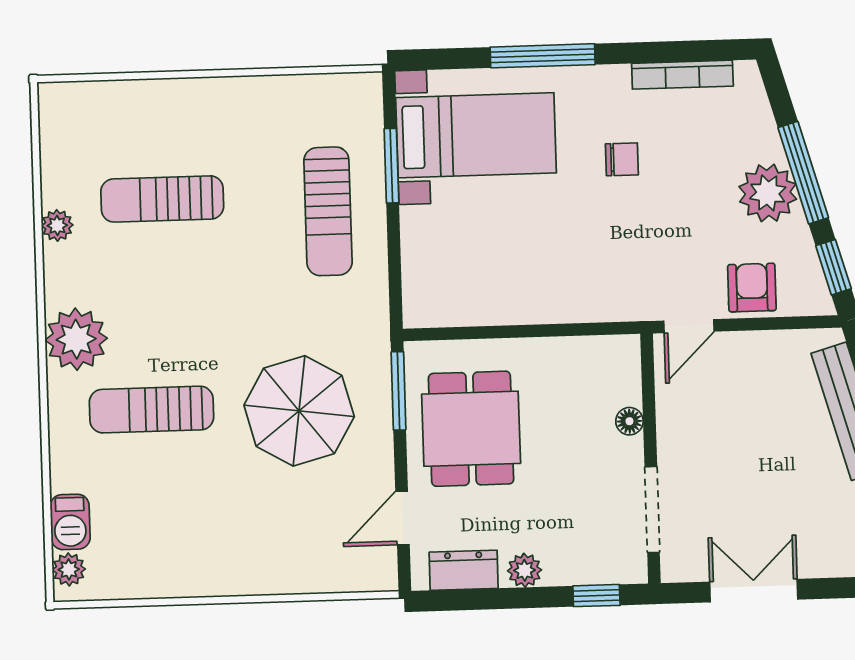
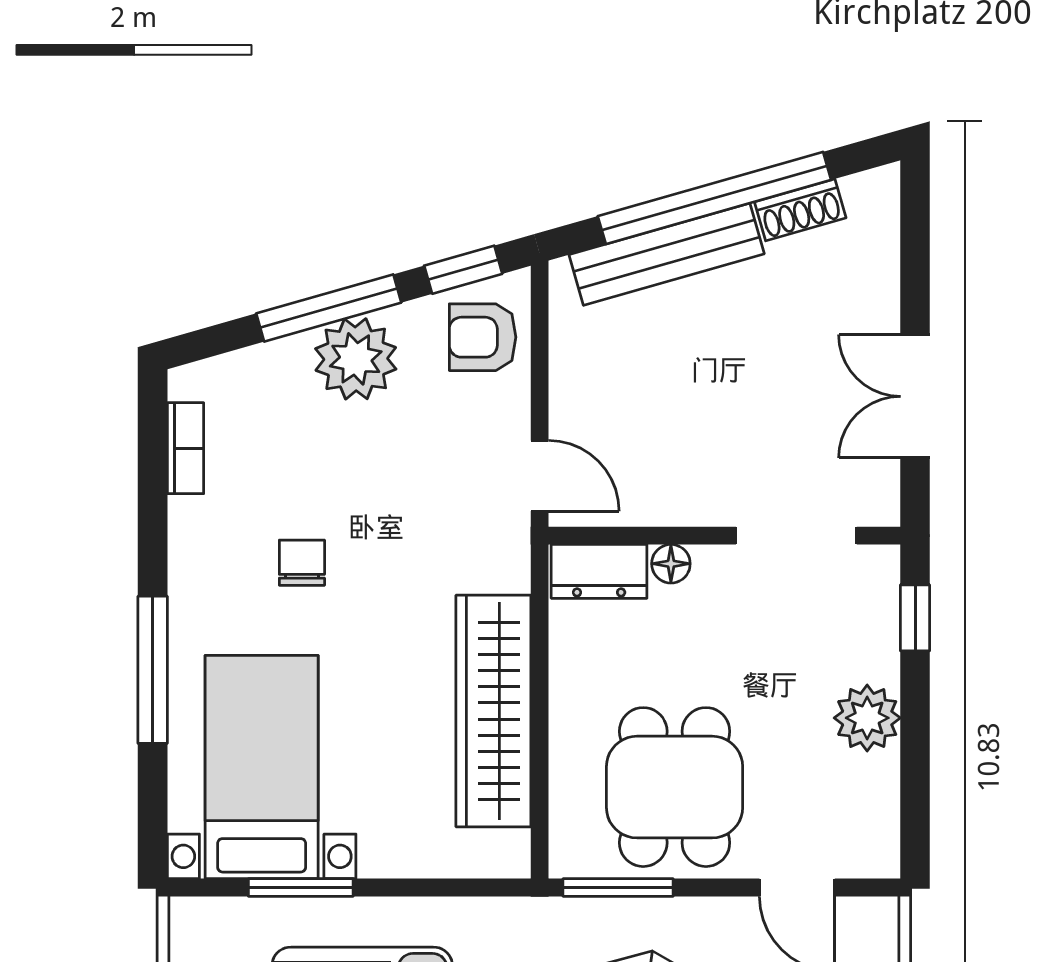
bookcase: (682, 75) -> (186, 448), width x0.64
armchair: (752, 288) -> (483, 337), moved
wardrobe: (521, 298) -> (493, 711), added
dining table: (471, 429) -> (675, 787), turned 90
dresser: (464, 570) -> (599, 571), moved, turned -90
plant: (525, 570) -> (867, 718), width x1.38, depth x1.38

